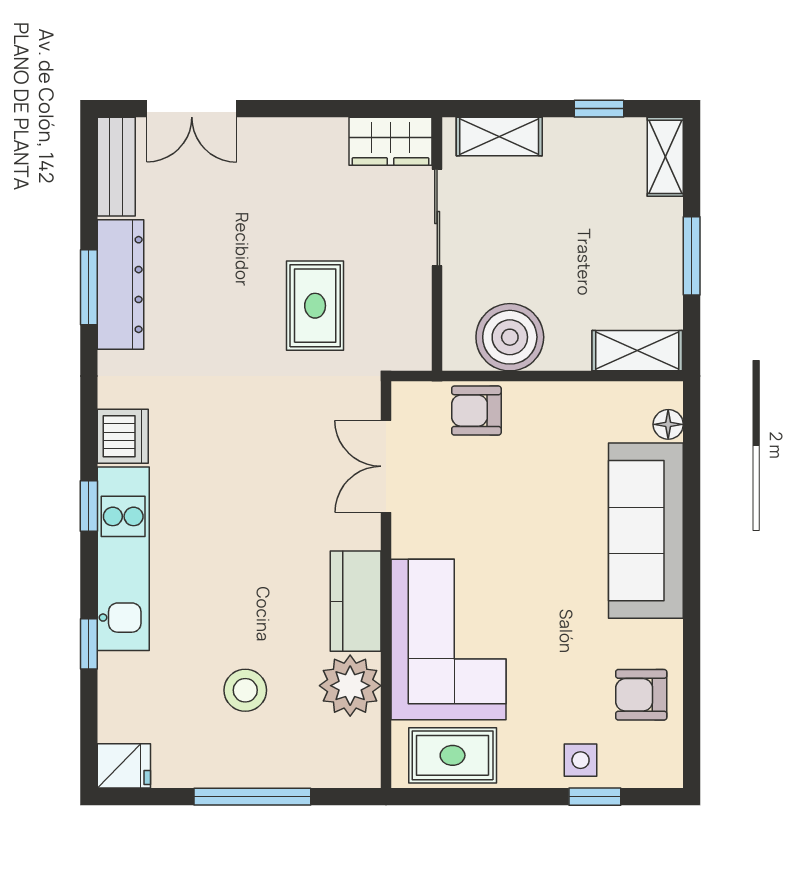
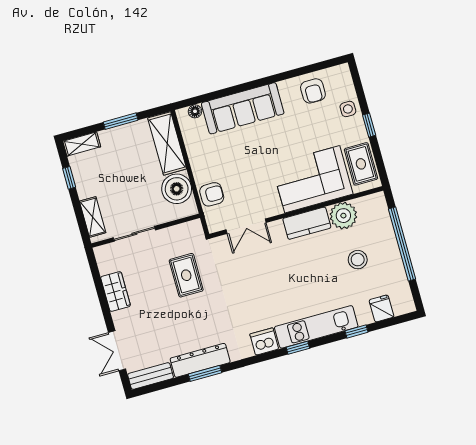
double door: (192, 109) -> (117, 351), swing flipped
wardrobe: (390, 141) -> (116, 291), moved
rug: (315, 306) -> (186, 275), turned 90
shelving: (637, 351) -> (167, 143), width x1.50, depth x1.33
armchair: (476, 411) -> (212, 194), turned -90
fridge: (124, 766) -> (381, 308), moved
window: (252, 797) -> (402, 244), width x1.46
window: (595, 797) -> (369, 125), moved

